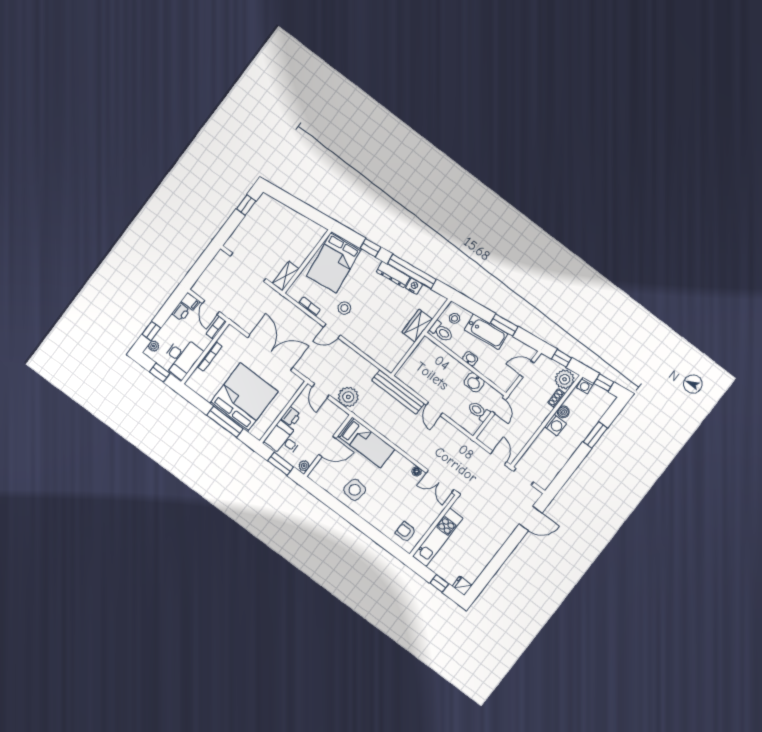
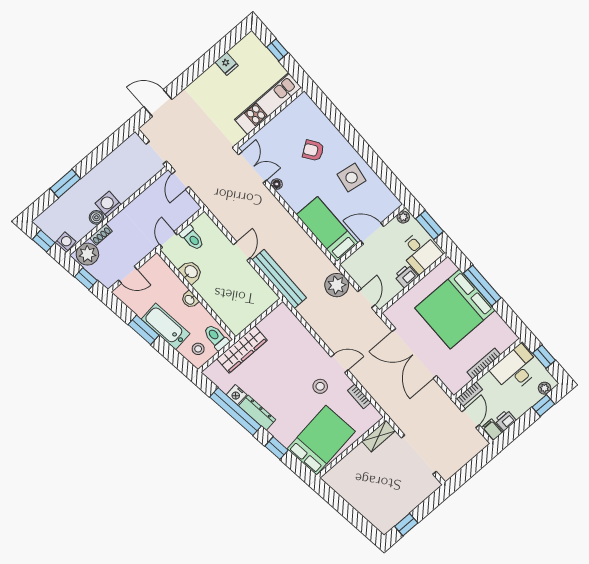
wardrobe: (417, 326) -> (242, 350), width x1.50
armchair: (406, 532) -> (313, 151), moved, turned 145
fridge: (462, 586) -> (227, 64), moved

